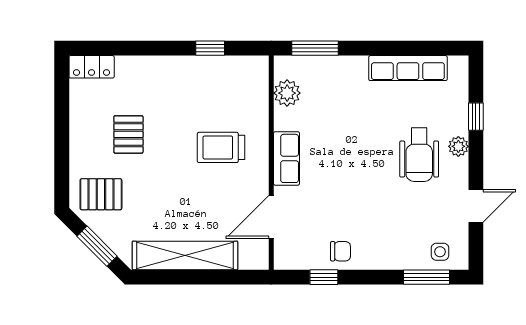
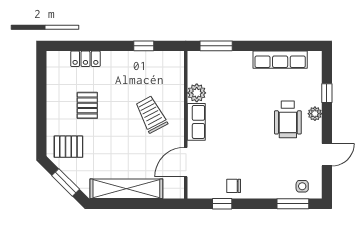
locker: (92, 67) -> (85, 59), moved
plant: (287, 93) -> (197, 93), moved
trolley: (221, 147) -> (151, 114), turned 62
chair: (341, 251) -> (234, 186), turned 180

